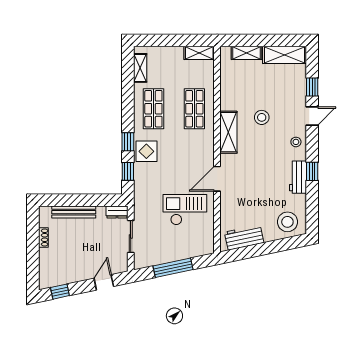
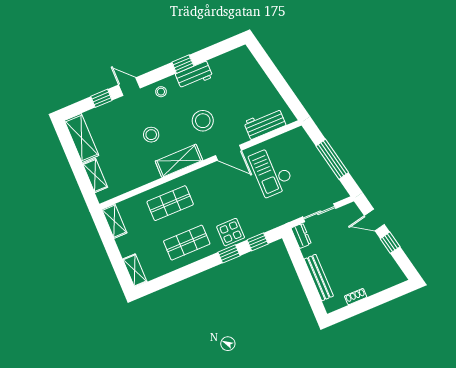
shelving: (140, 68) -> (135, 270), moved, turned 90
stool: (287, 222) -> (203, 121), moved
workbench: (244, 237) -> (265, 124), moved, turned 102
window: (60, 292) -> (390, 243), moved

